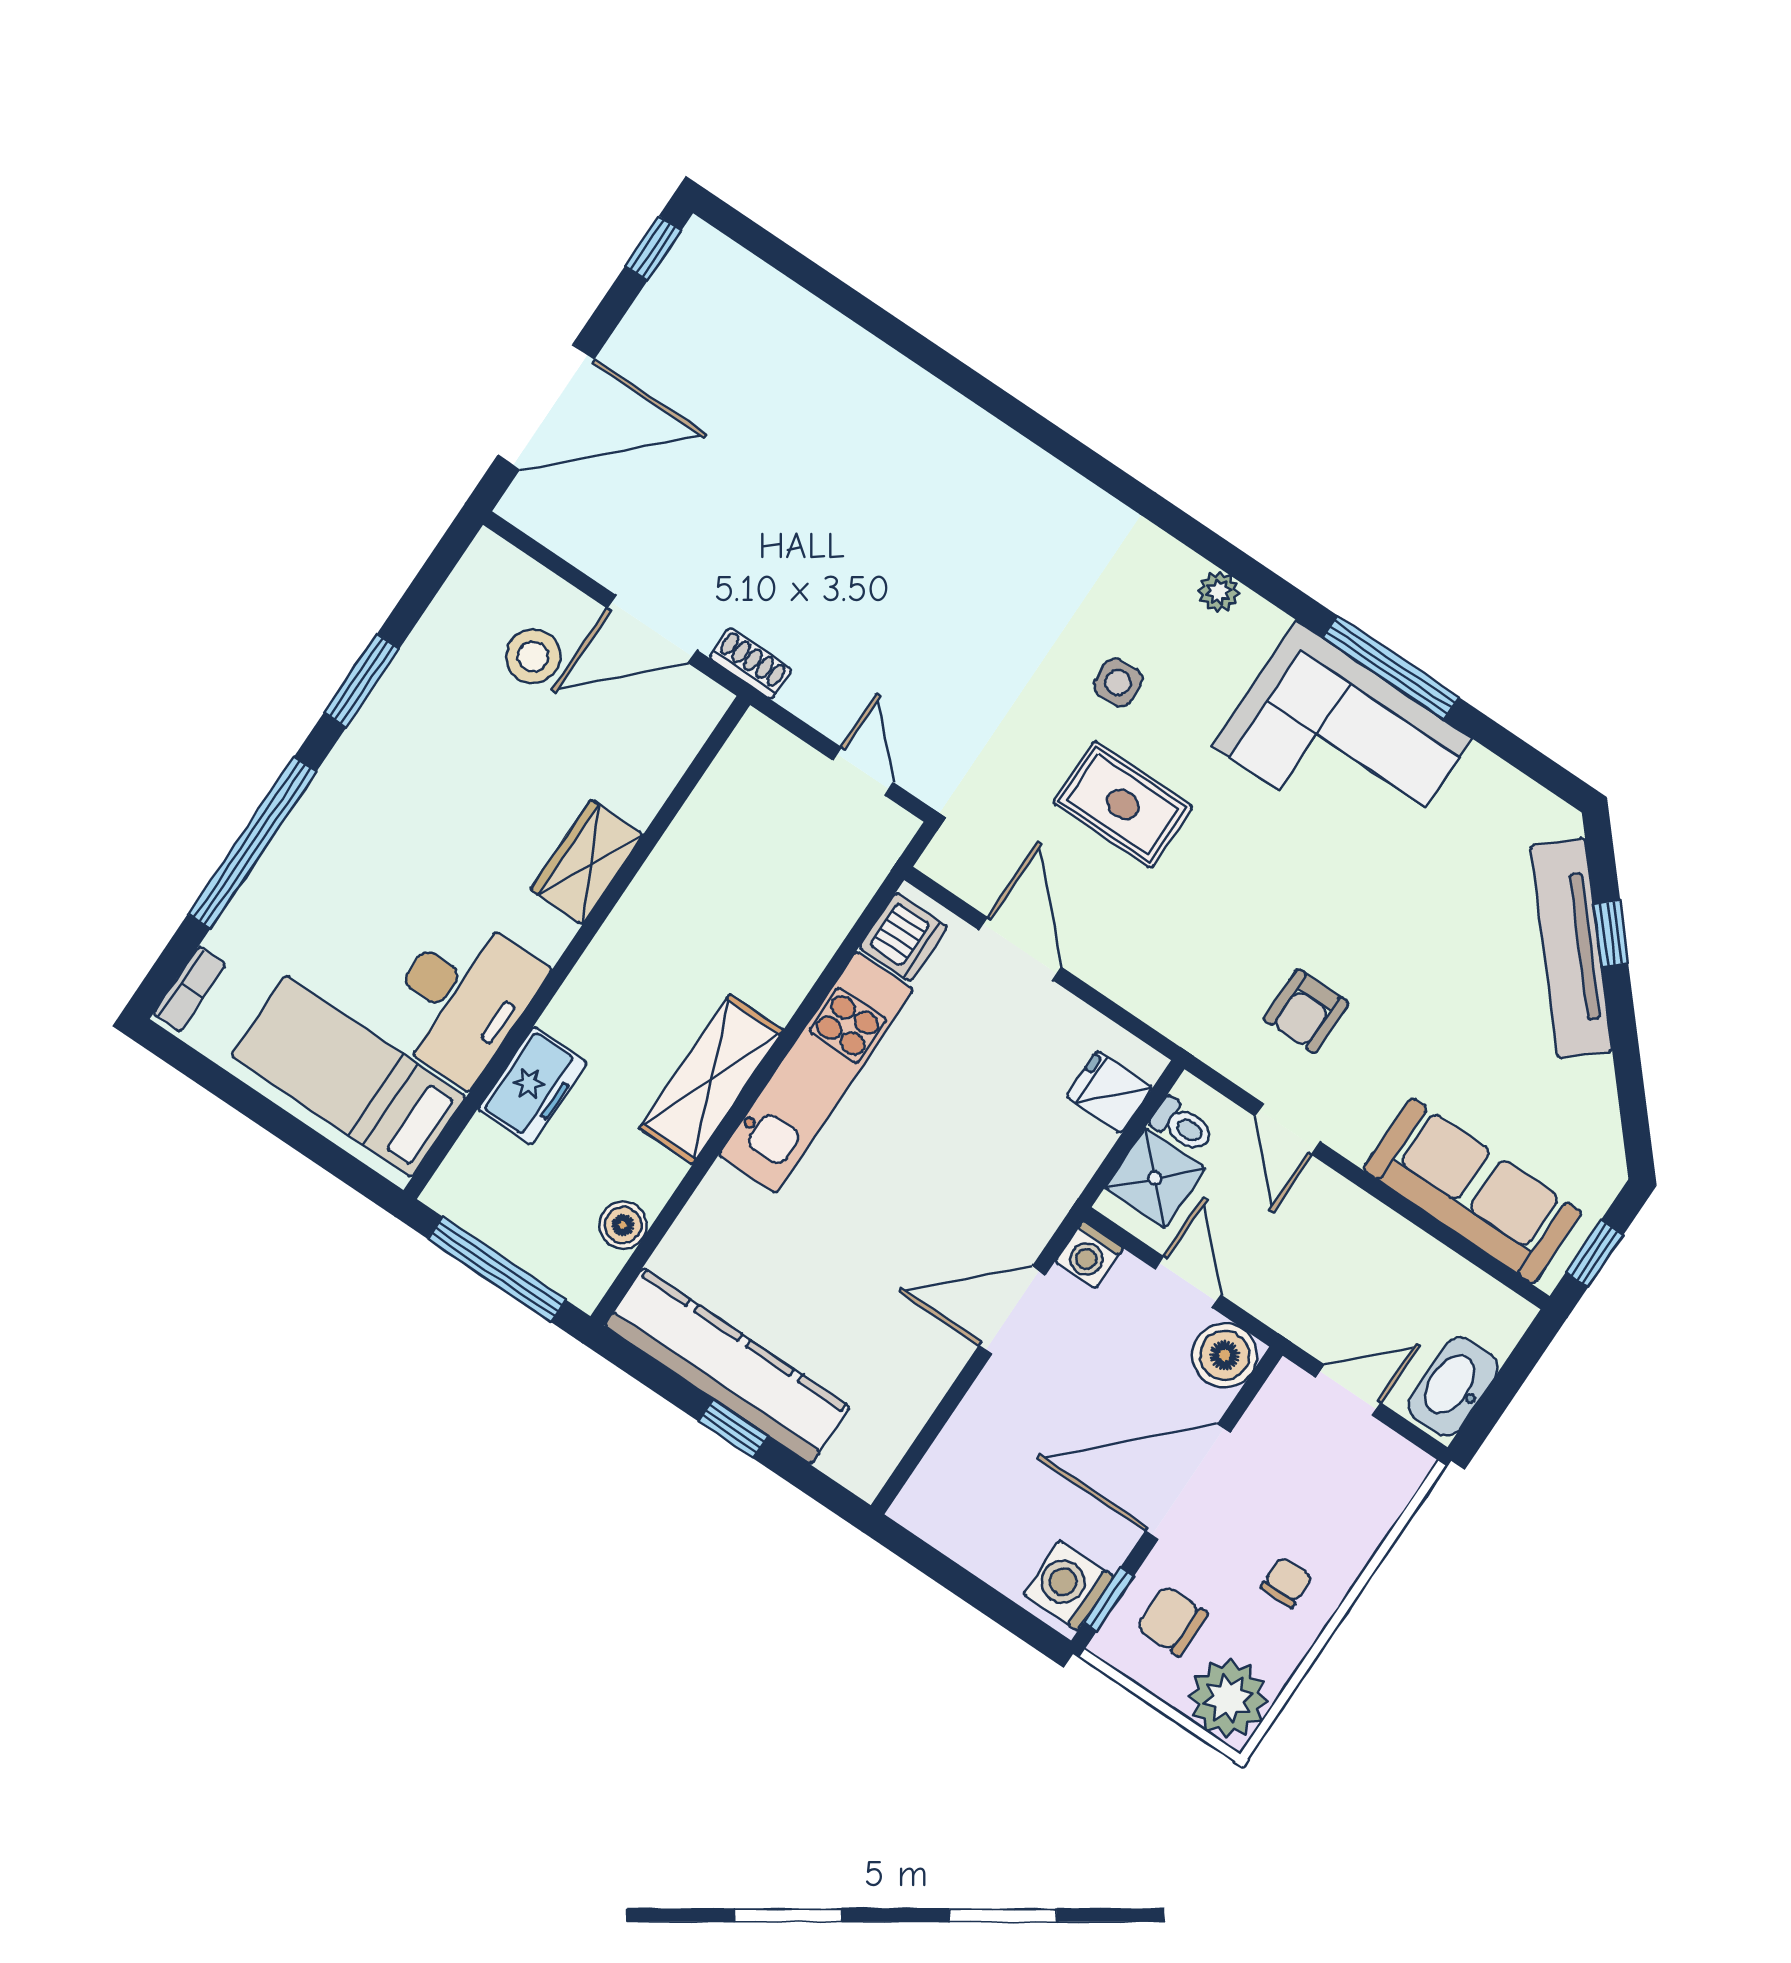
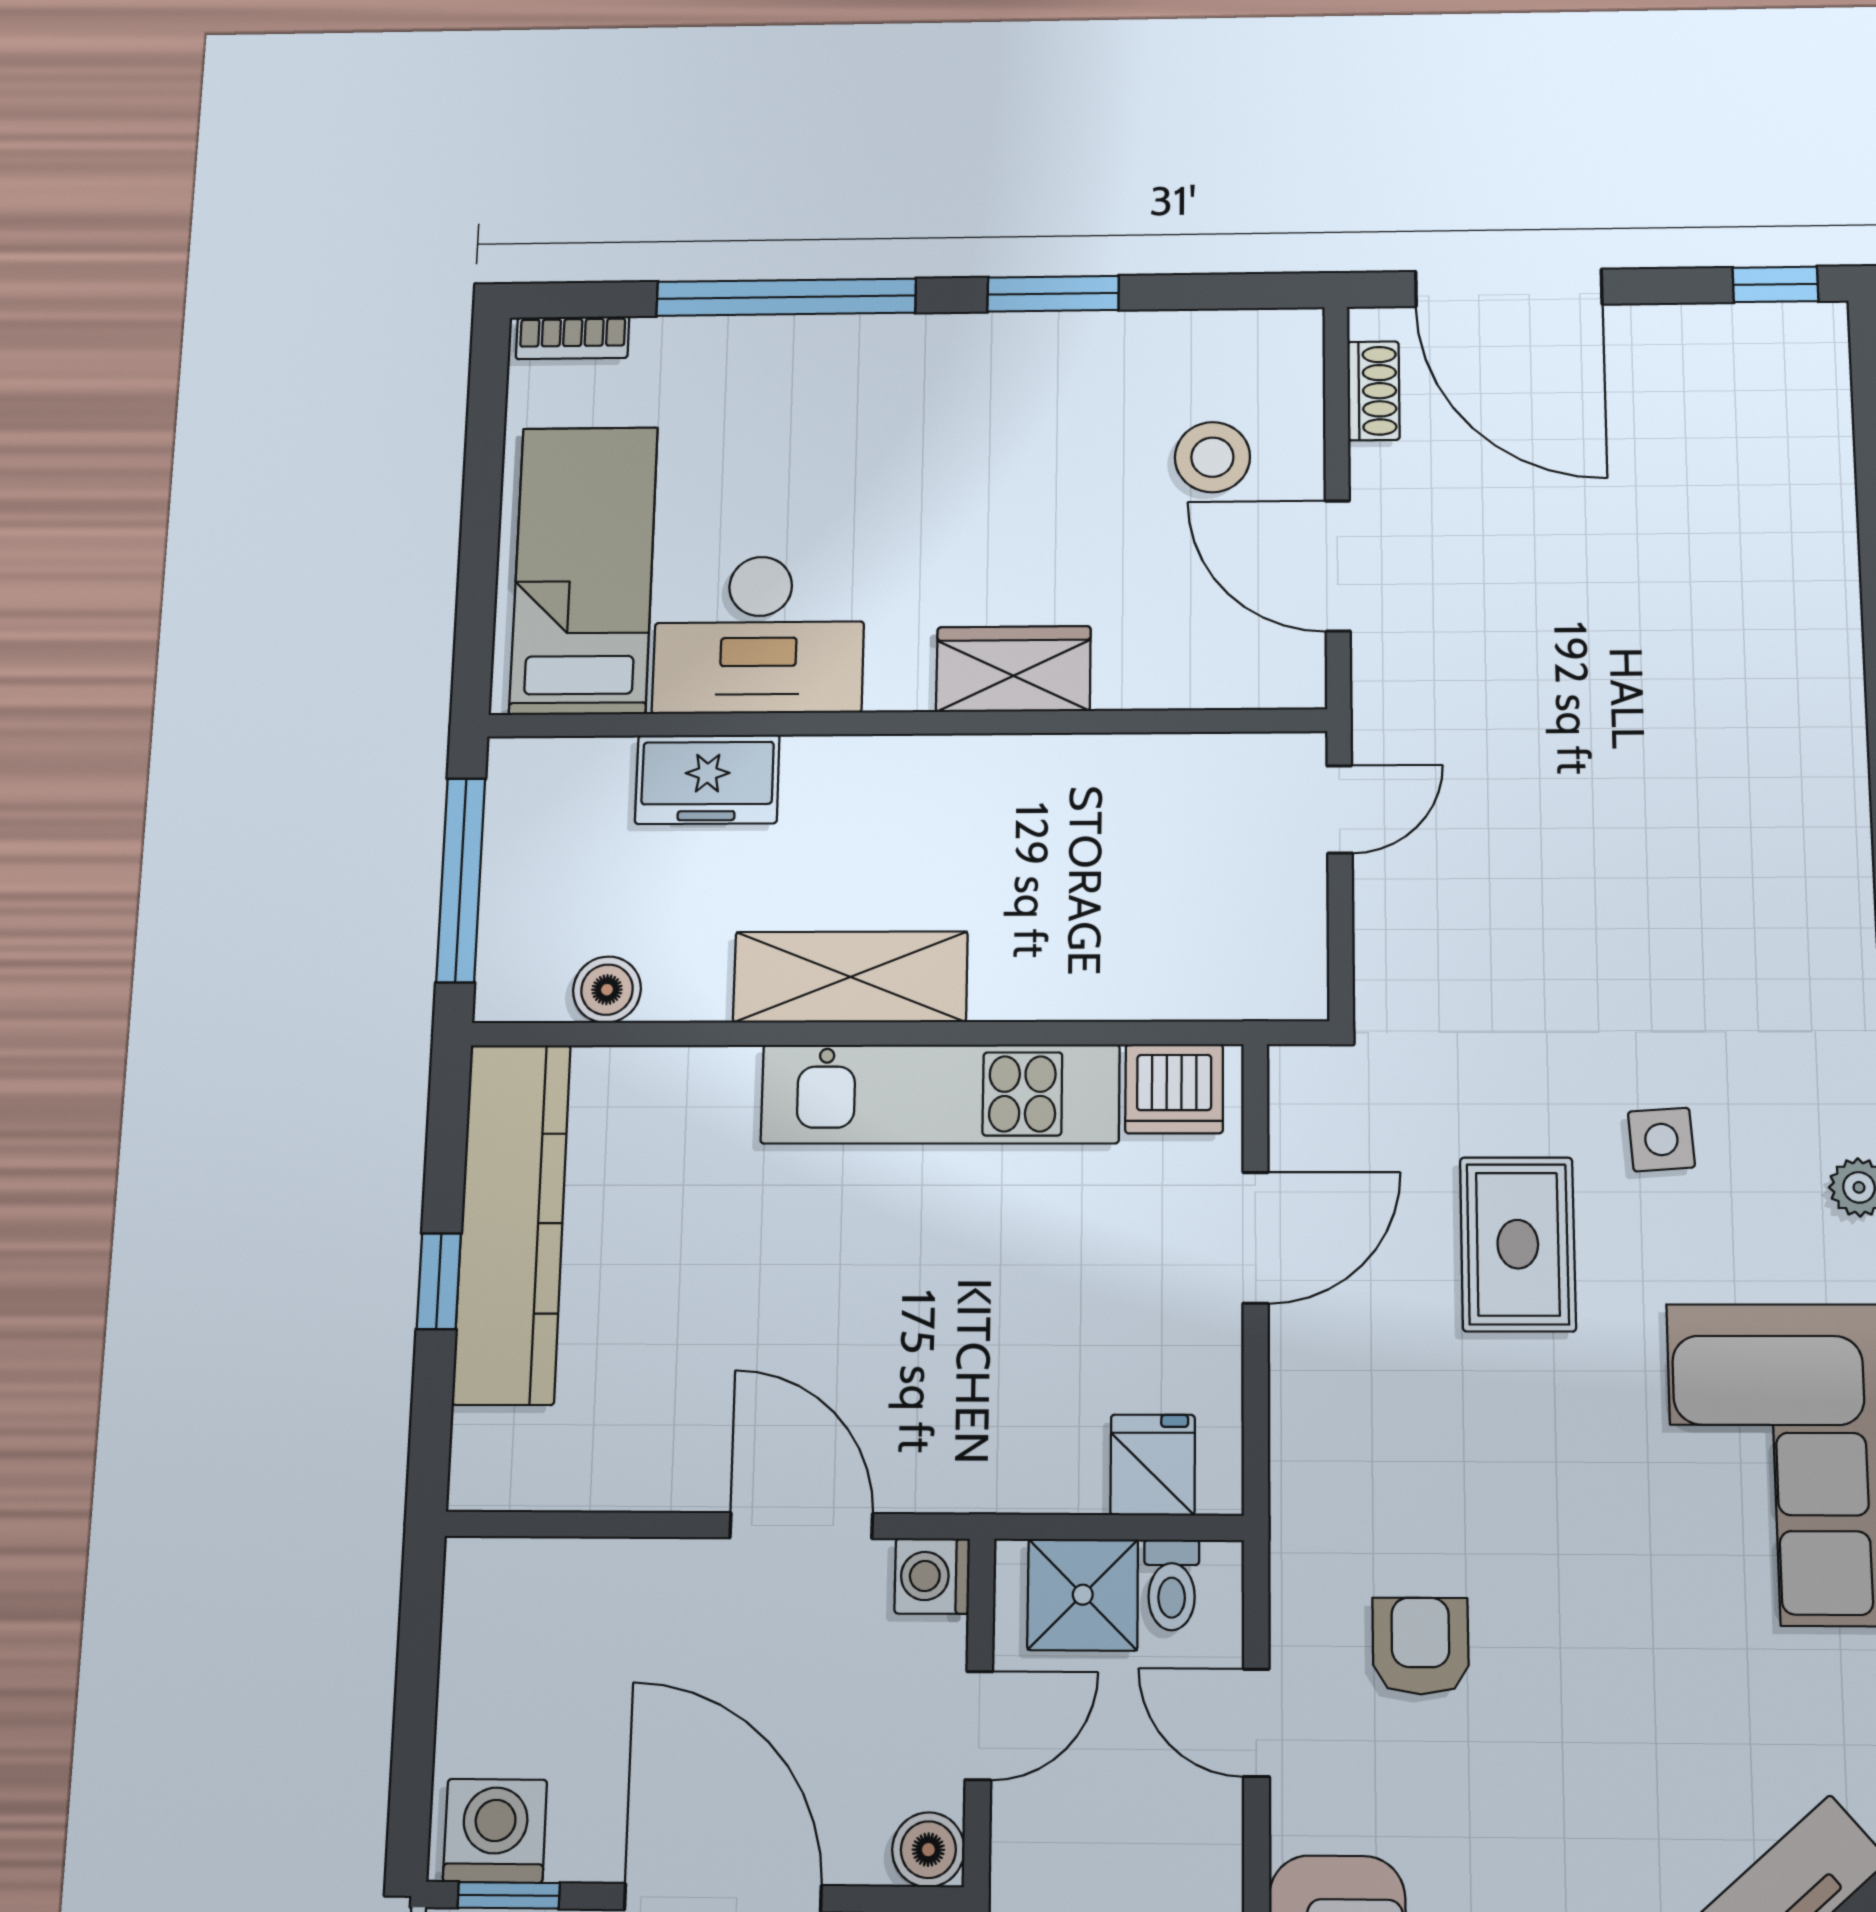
shoe rack: (750, 663) -> (1373, 391), moved
door: (863, 771) -> (1340, 809), moved
armchair: (1306, 1011) -> (1421, 1646), turned 90
door: (1287, 1129) -> (1256, 1723), hinge flipped
boiler: (1224, 1355) -> (928, 1850), width x0.73, depth x0.73

